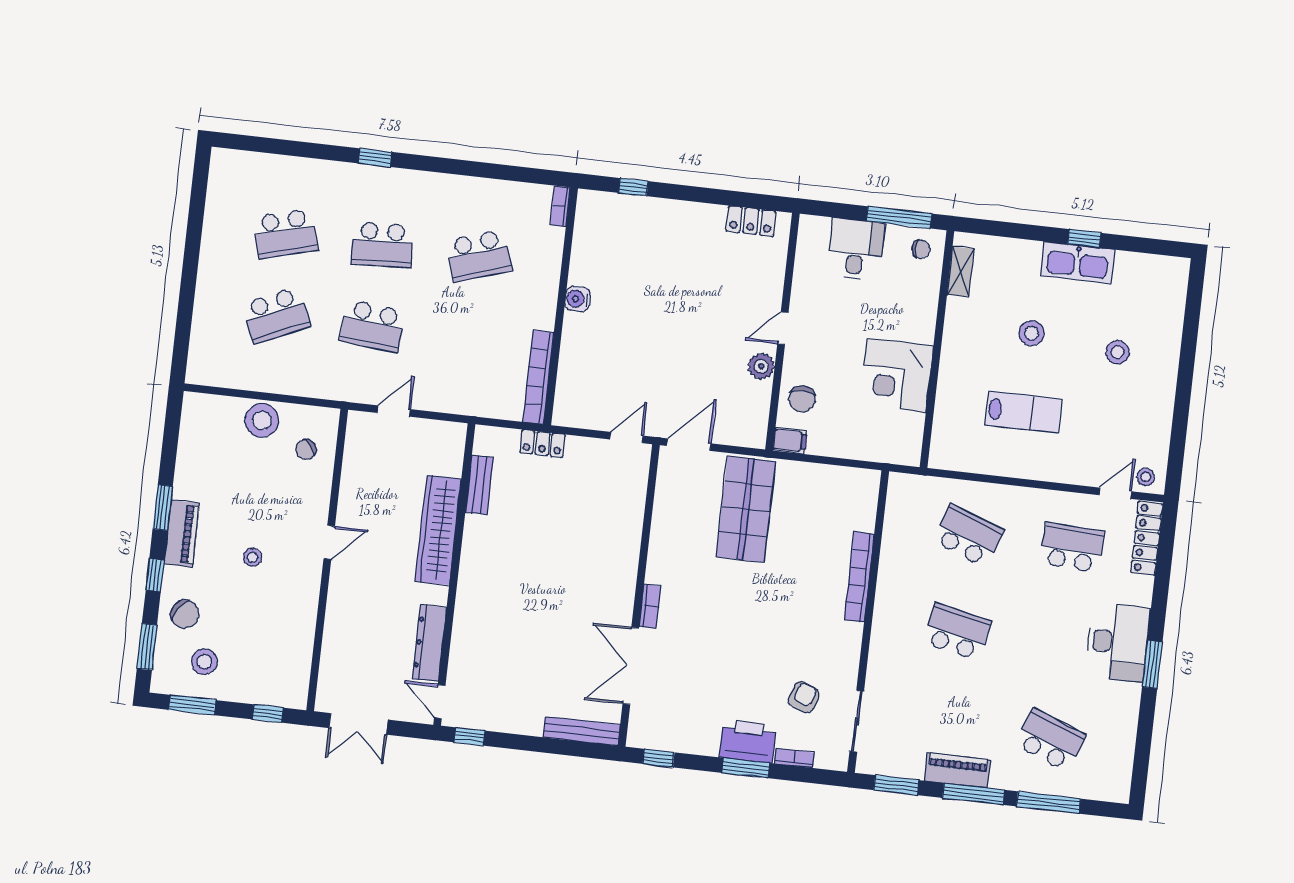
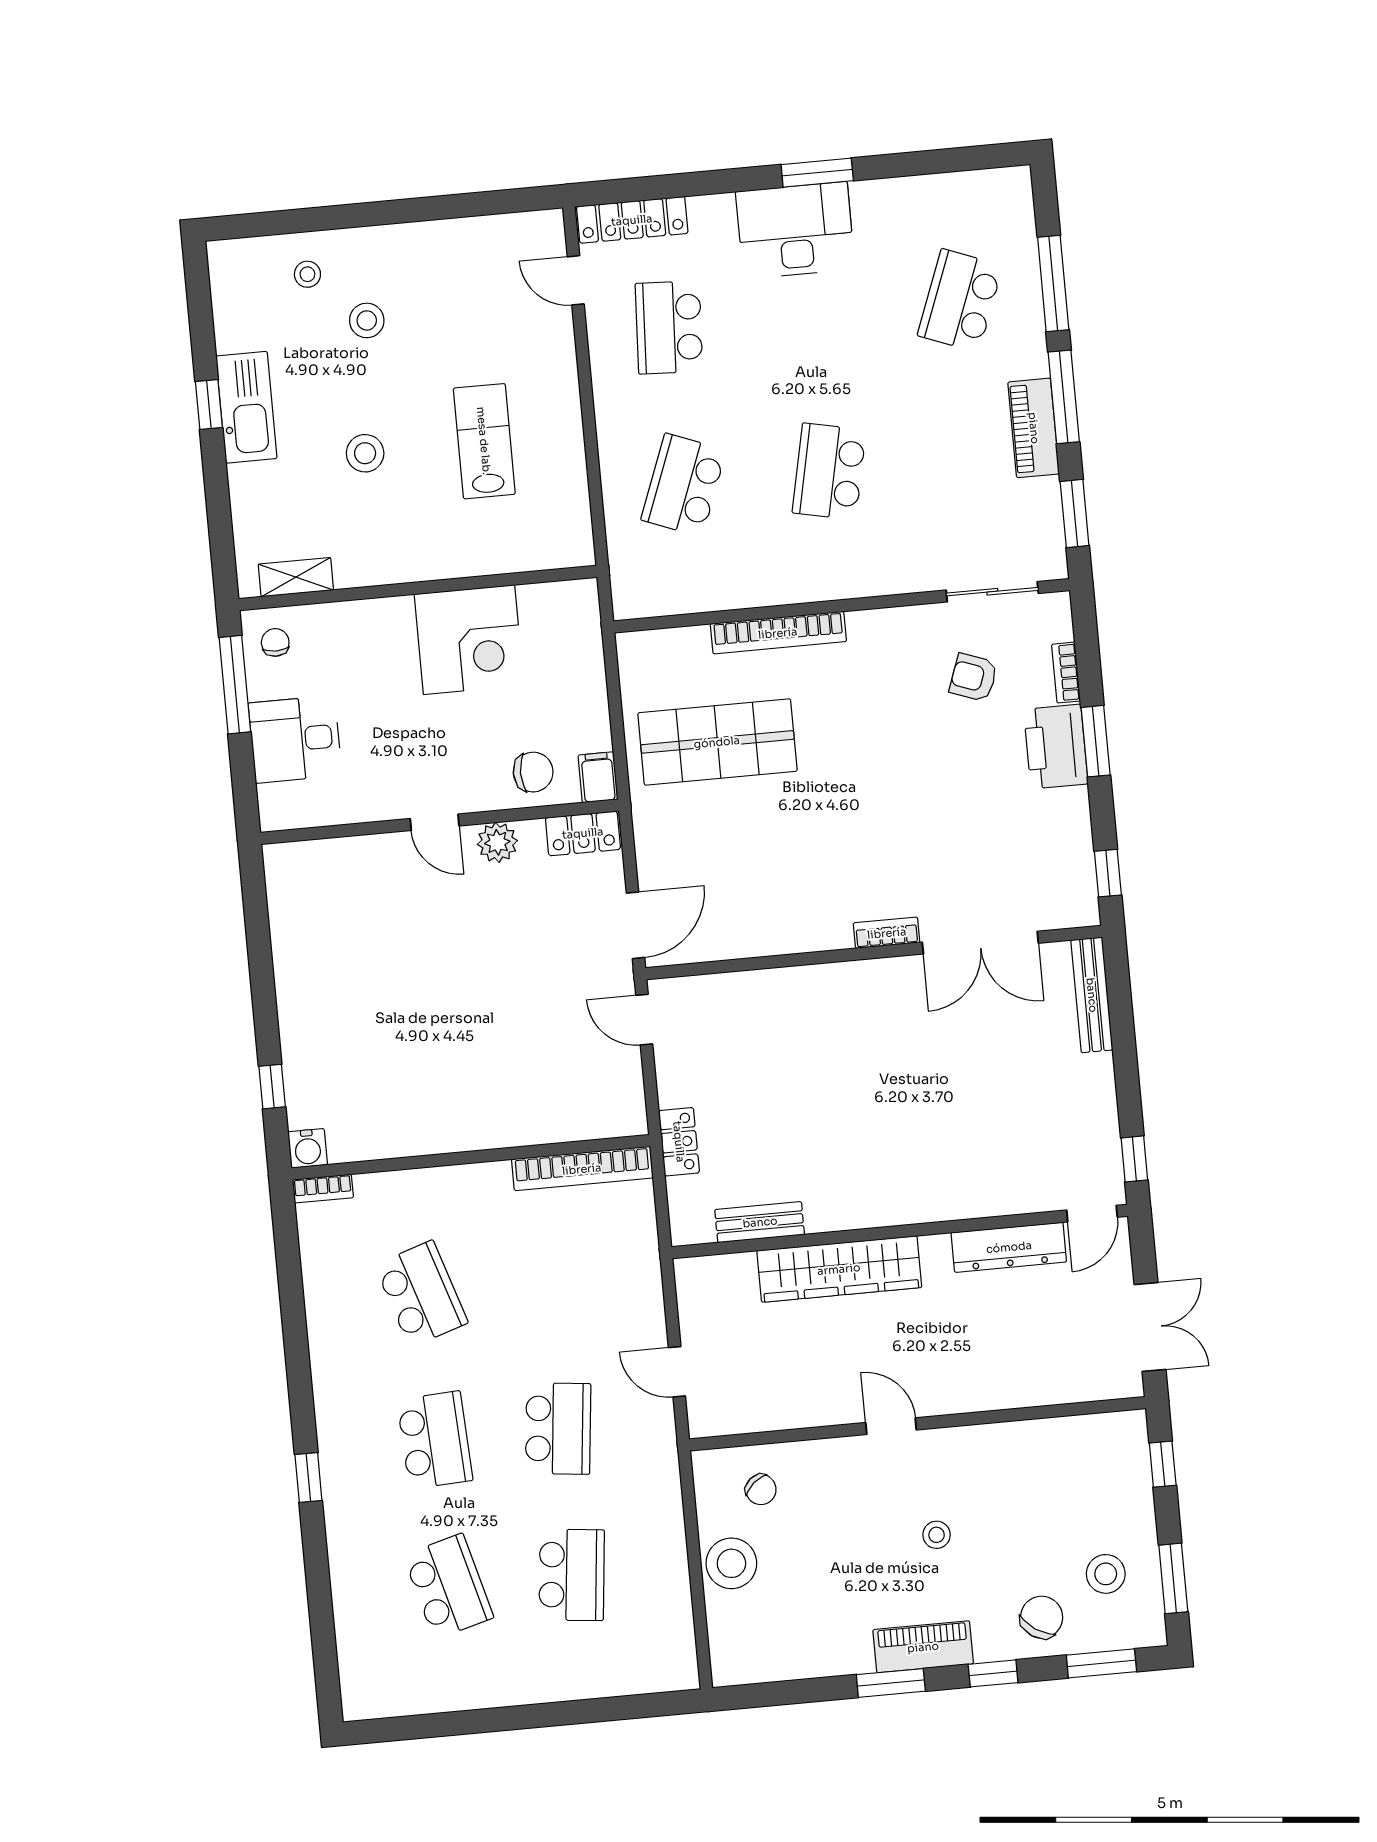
locker: (751, 221) -> (583, 833), moved, turned 90
water cooler: (577, 299) -> (308, 1148), moved
school desk: (276, 315) -> (572, 1575), turned 30
door: (689, 445) -> (636, 925), swing flipped
stool: (1146, 477) -> (307, 274), moved
shop shelf: (746, 509) -> (717, 742), moved

